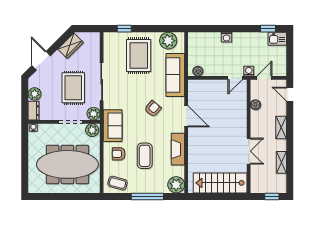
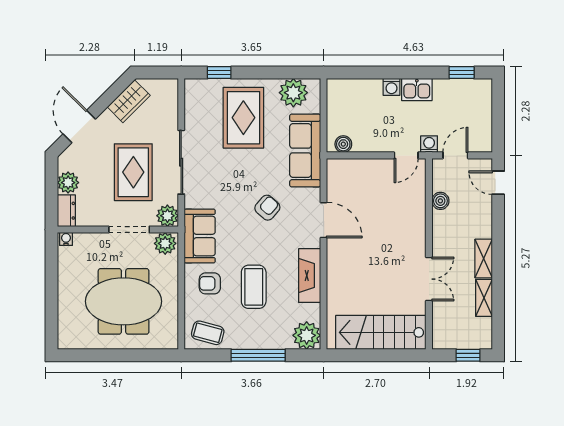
kitchen sink: (277, 39) -> (417, 89), moved
shelving: (281, 128) -> (484, 259), moved
meeting table: (67, 164) -> (124, 301), width x0.73

